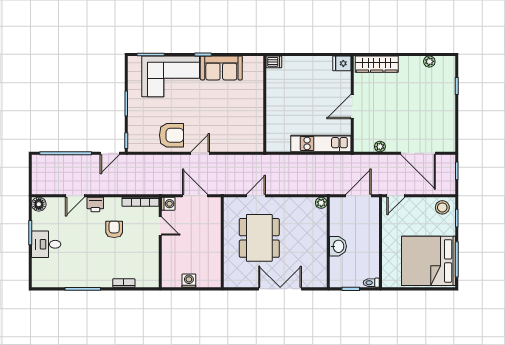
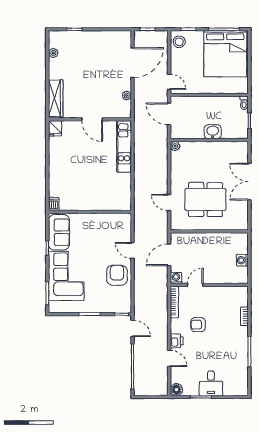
dishwasher: (274, 62) -> (54, 204), moved
wall: (265, 104) -> (90, 212), moved

